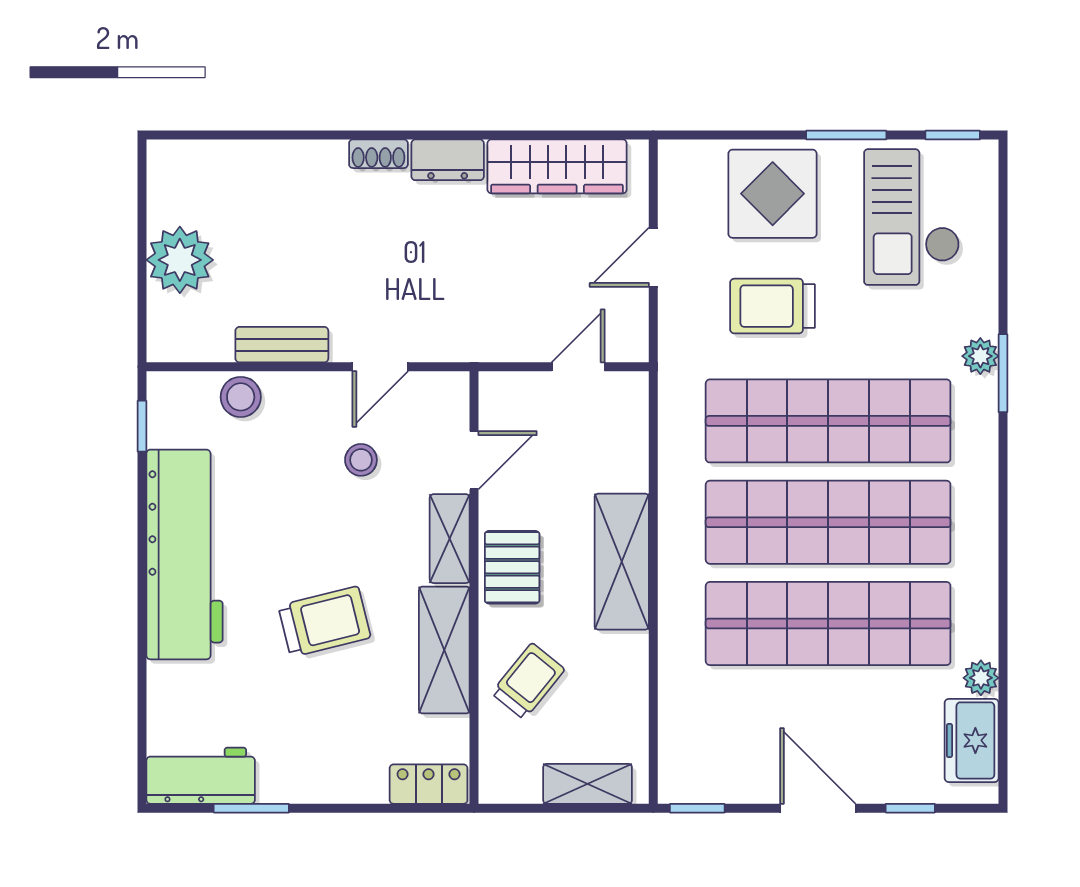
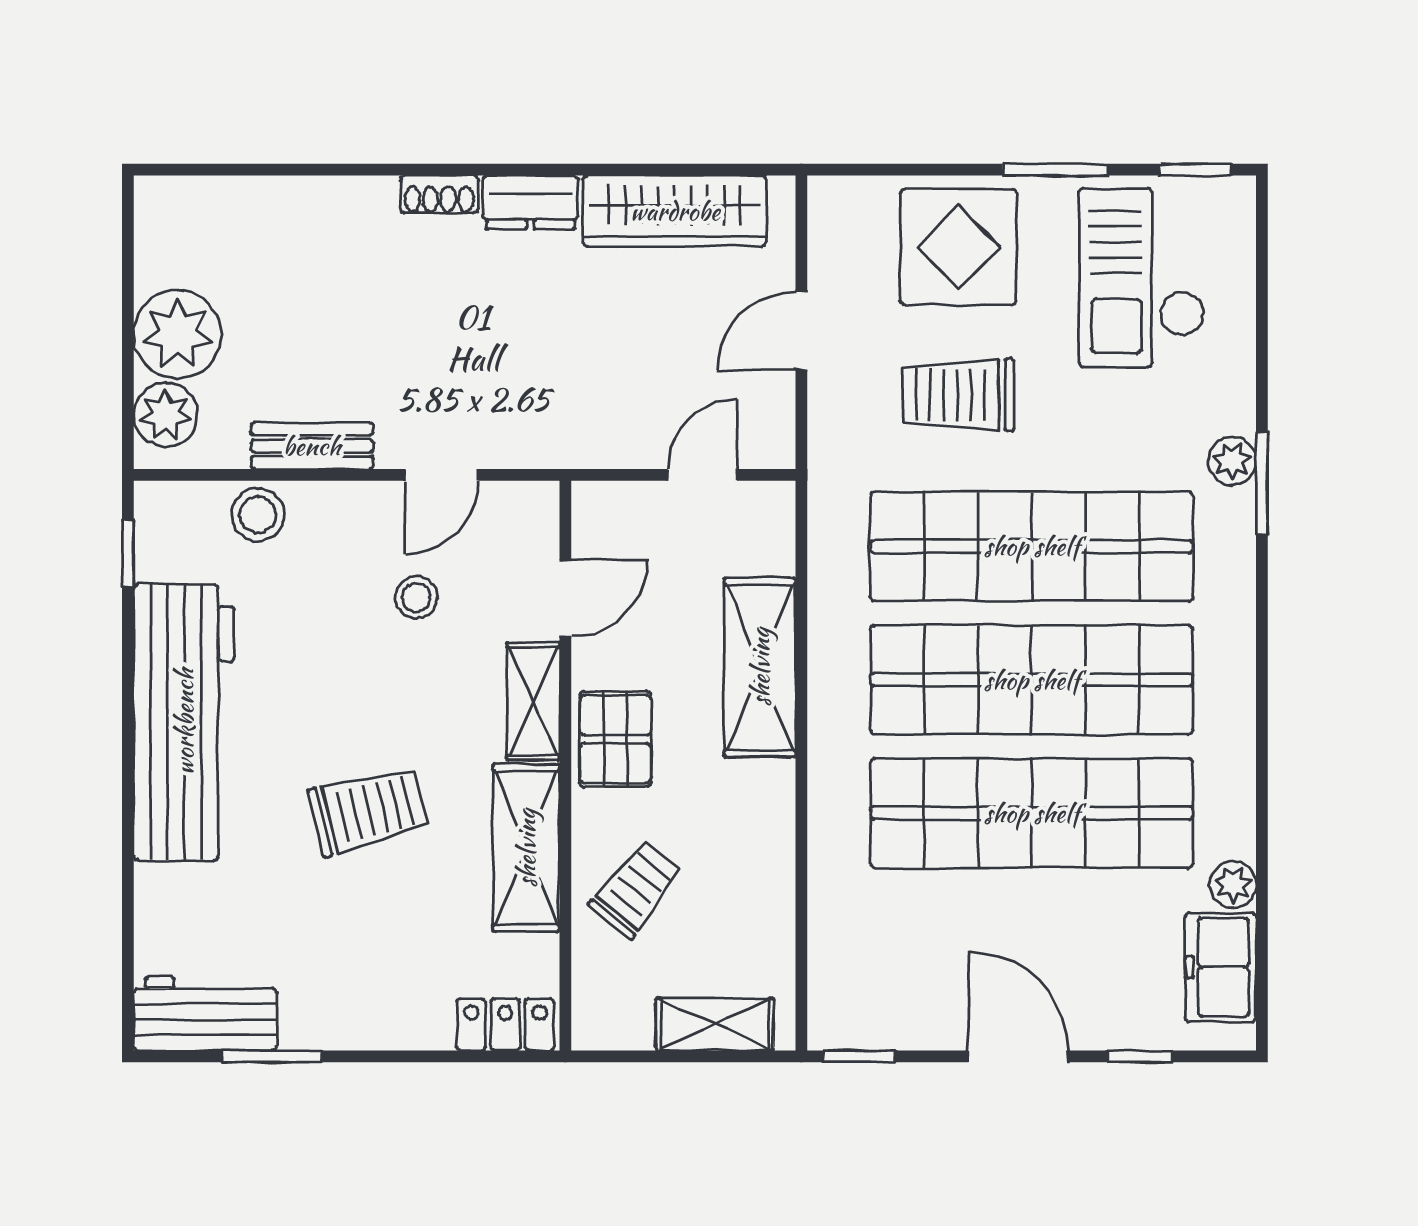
plant: (171, 321) -> (166, 415), added
shelving: (622, 562) -> (760, 667), moved

